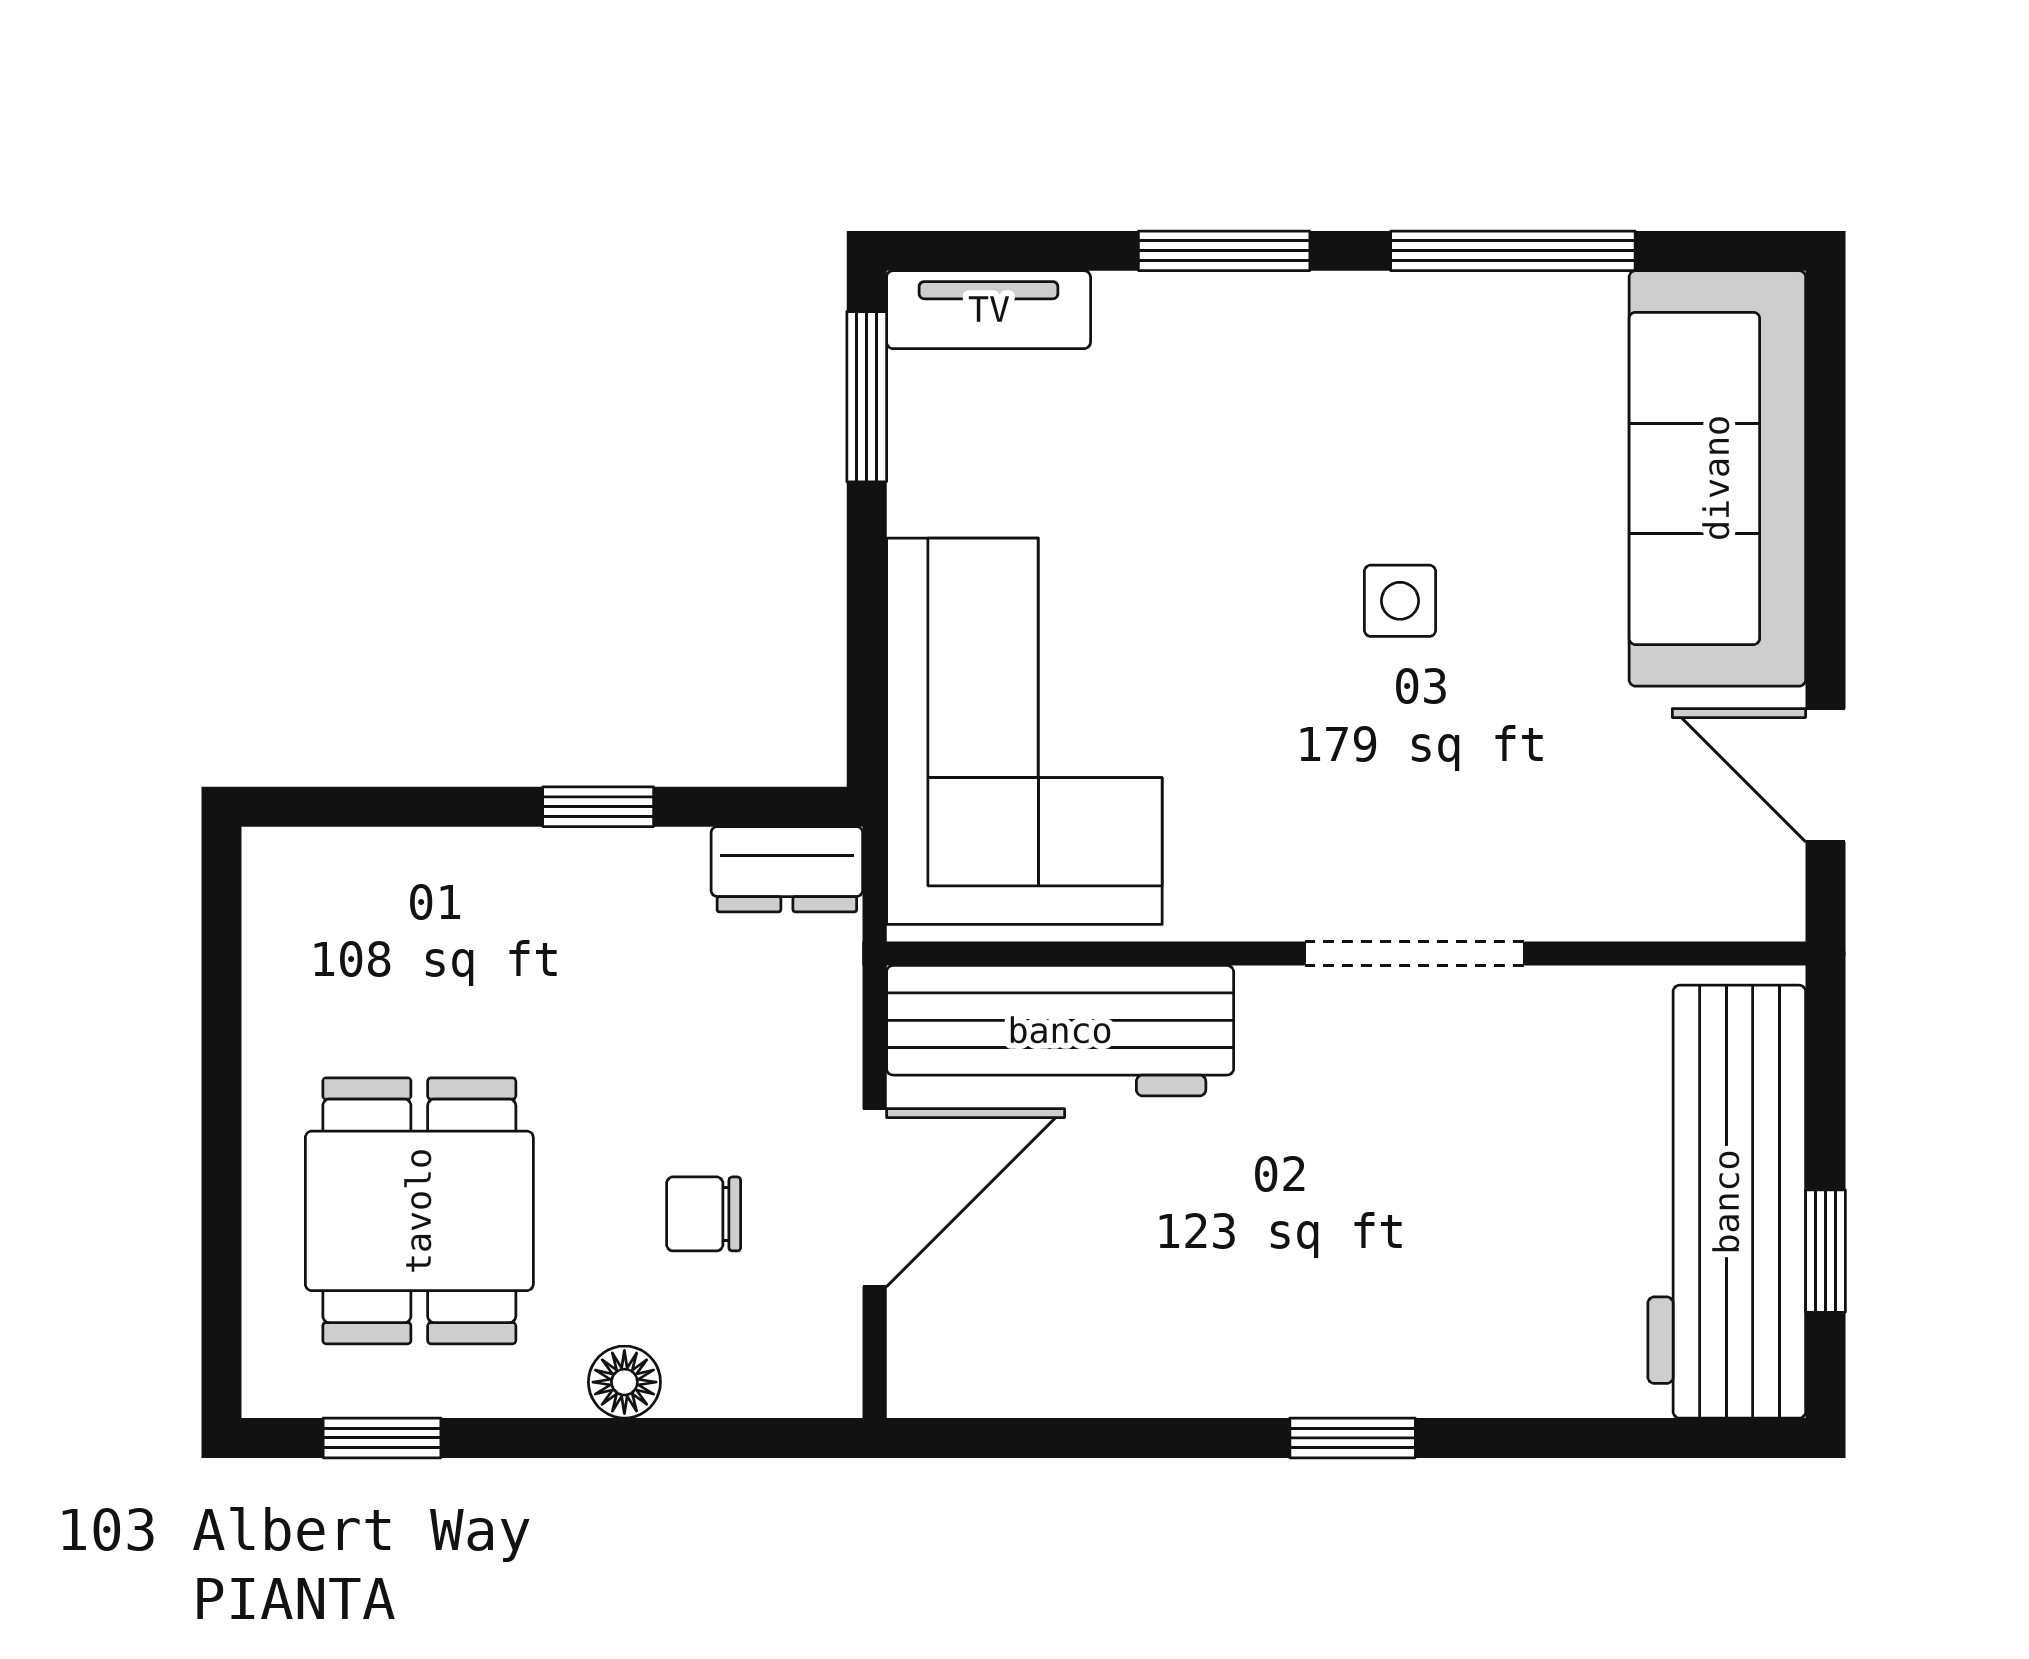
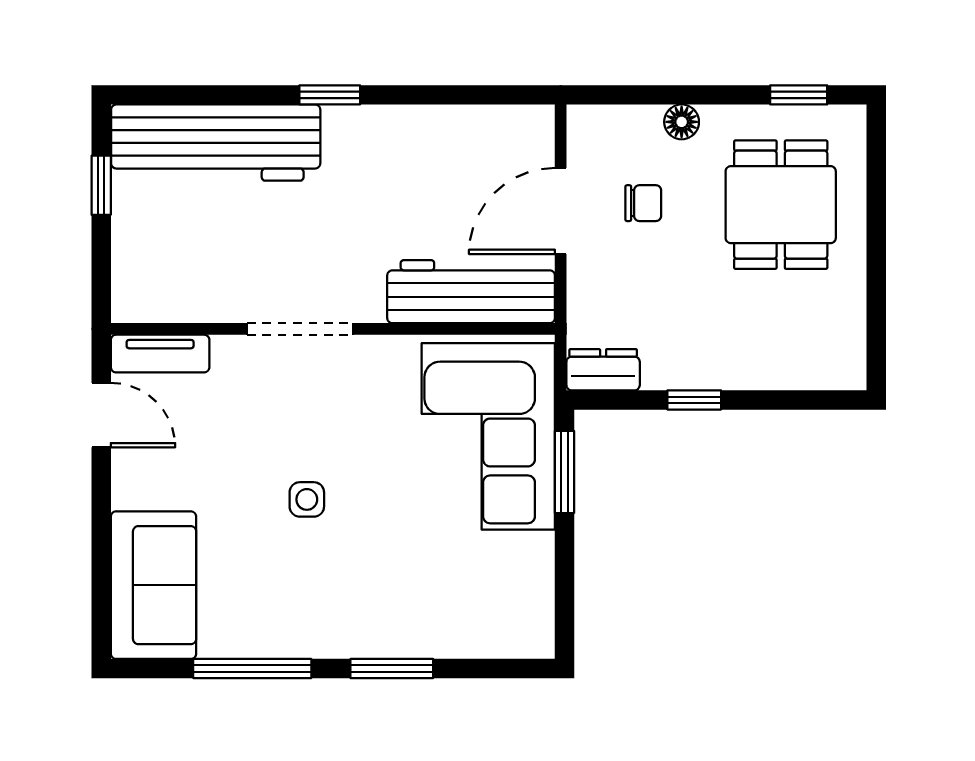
tv unit: (989, 310) -> (160, 354), moved, turned 180
window: (867, 397) -> (565, 472), moved
sofa: (1717, 478) -> (153, 585), width x0.73
workbench: (1727, 1202) -> (216, 143), moved, turned 90

